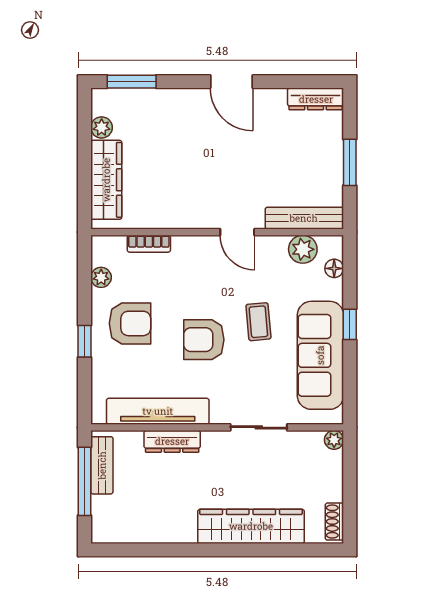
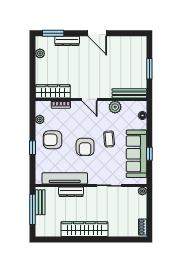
dresser: (316, 99) -> (67, 41), moved
wardrobe: (106, 180) -> (53, 91), moved, turned -90
door: (237, 232) -> (89, 99), moved
plant: (303, 249) -> (115, 107), moved
armchair: (130, 323) -> (53, 140), turned 180
window: (350, 324) -> (149, 154), moved
armchair: (204, 340) -> (85, 147), turned -90
wardrobe: (251, 526) -> (84, 229), moved

